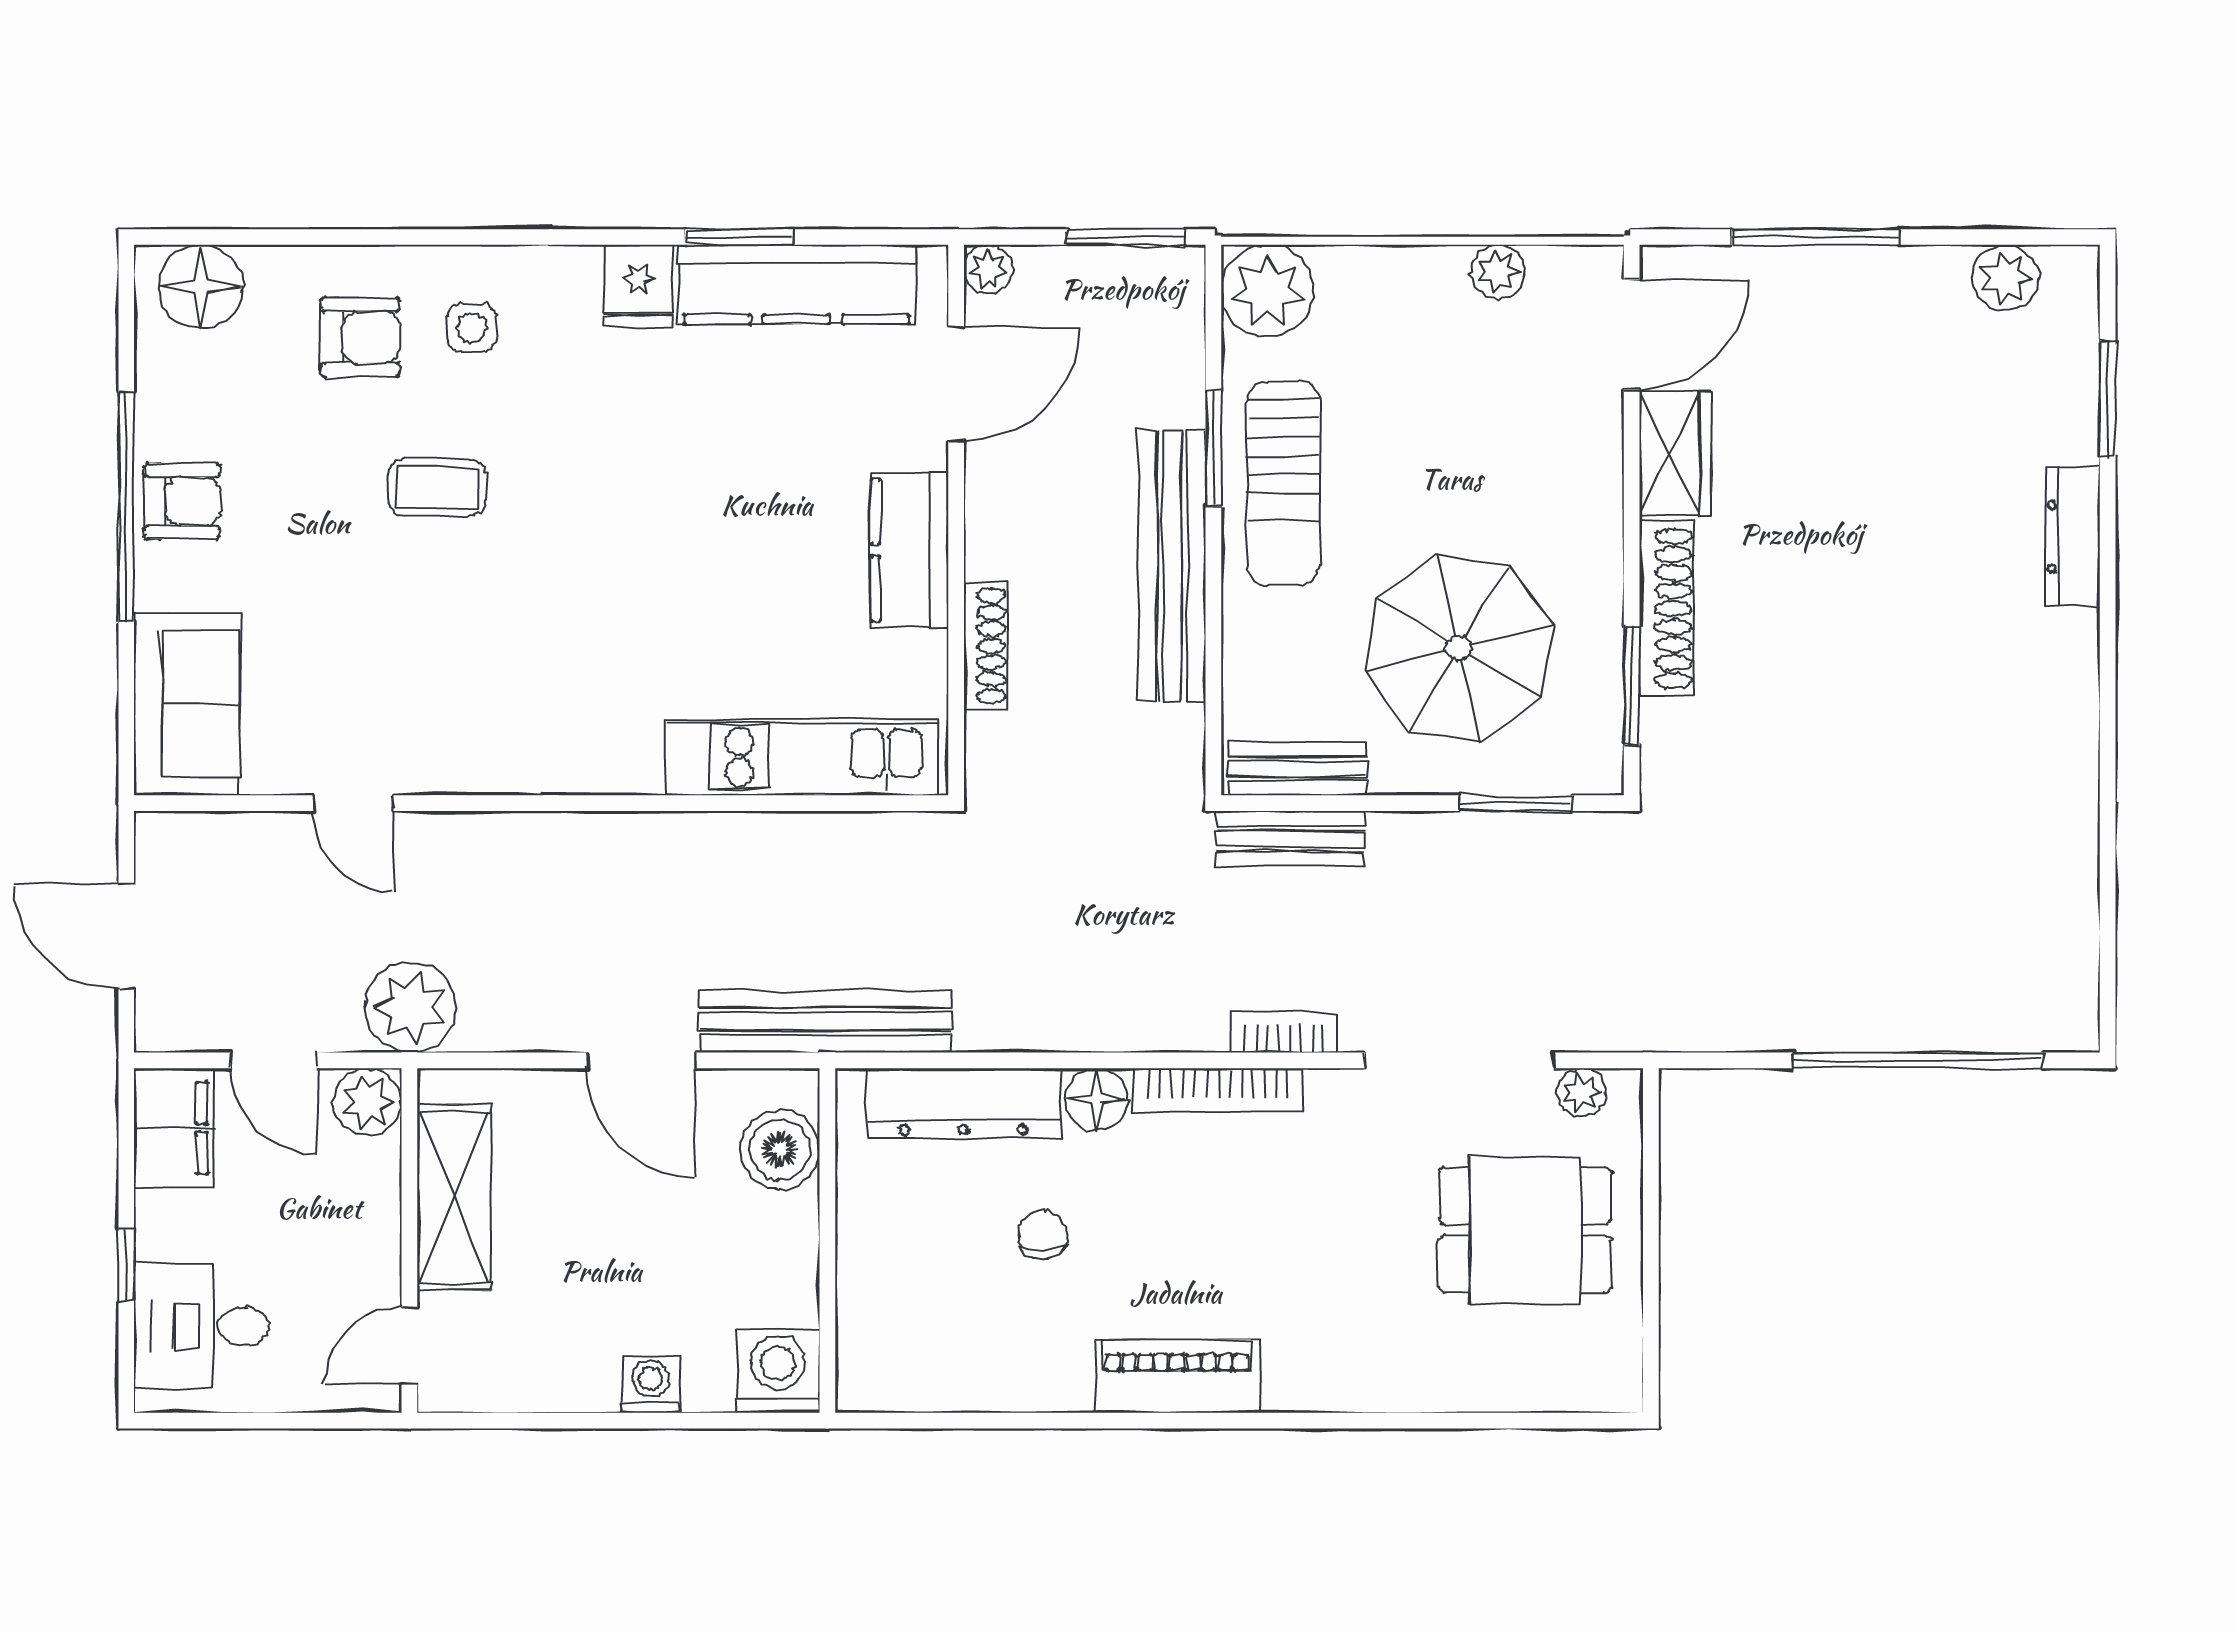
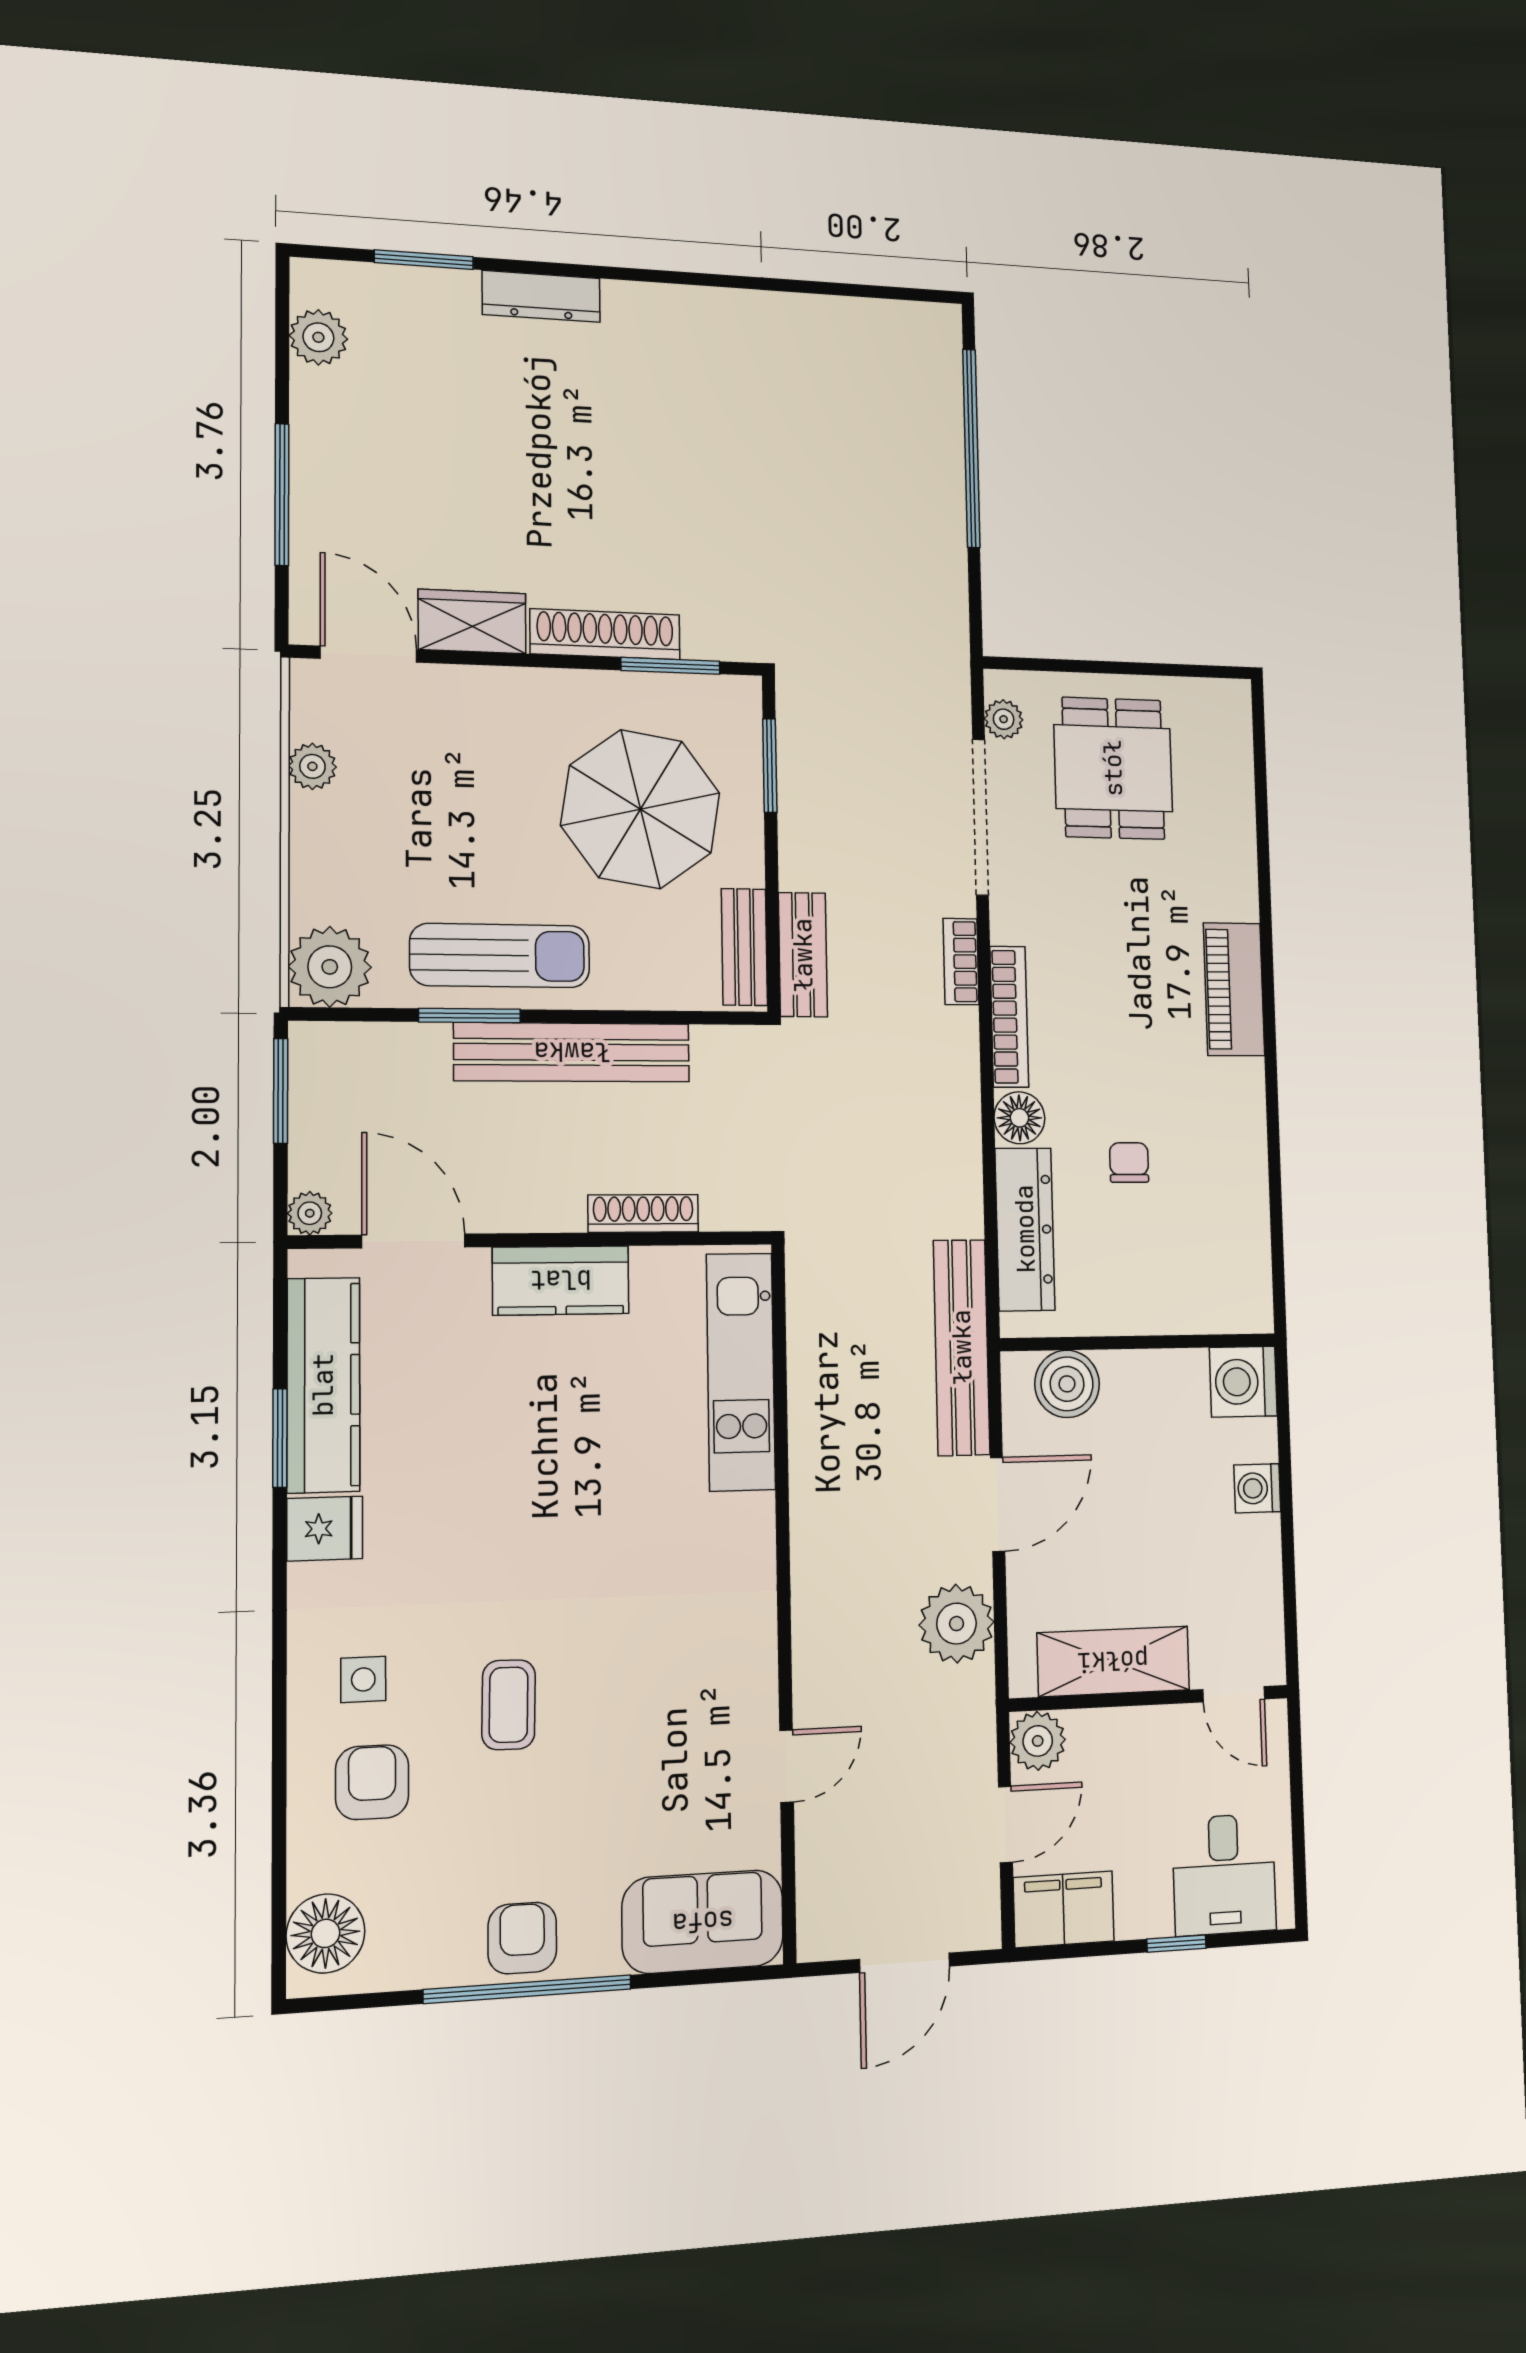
plant: (411, 1007) -> (957, 1624), moved
chair: (1043, 1235) -> (1129, 1162), turned 92
piano: (1177, 1376) -> (1234, 989), moved

